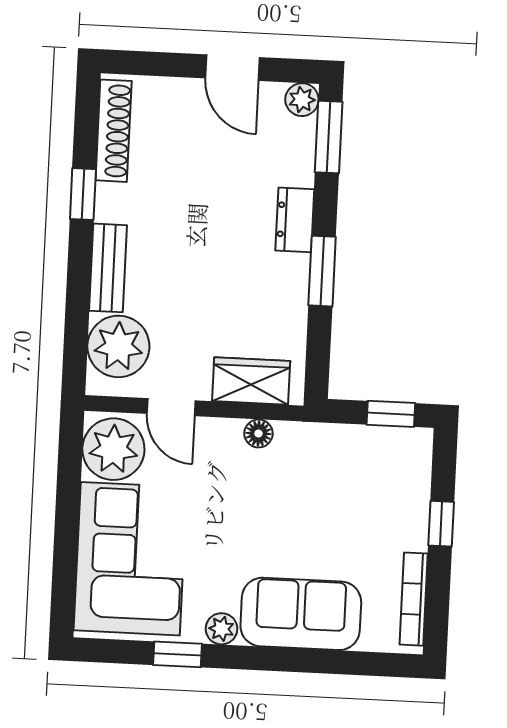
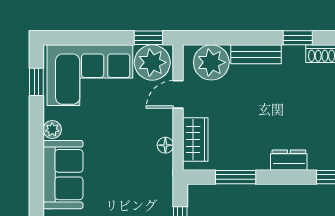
window: (322, 271) -> (236, 177), moved
window: (70, 454) -> (148, 38), added
window: (177, 654) -> (36, 82), moved

